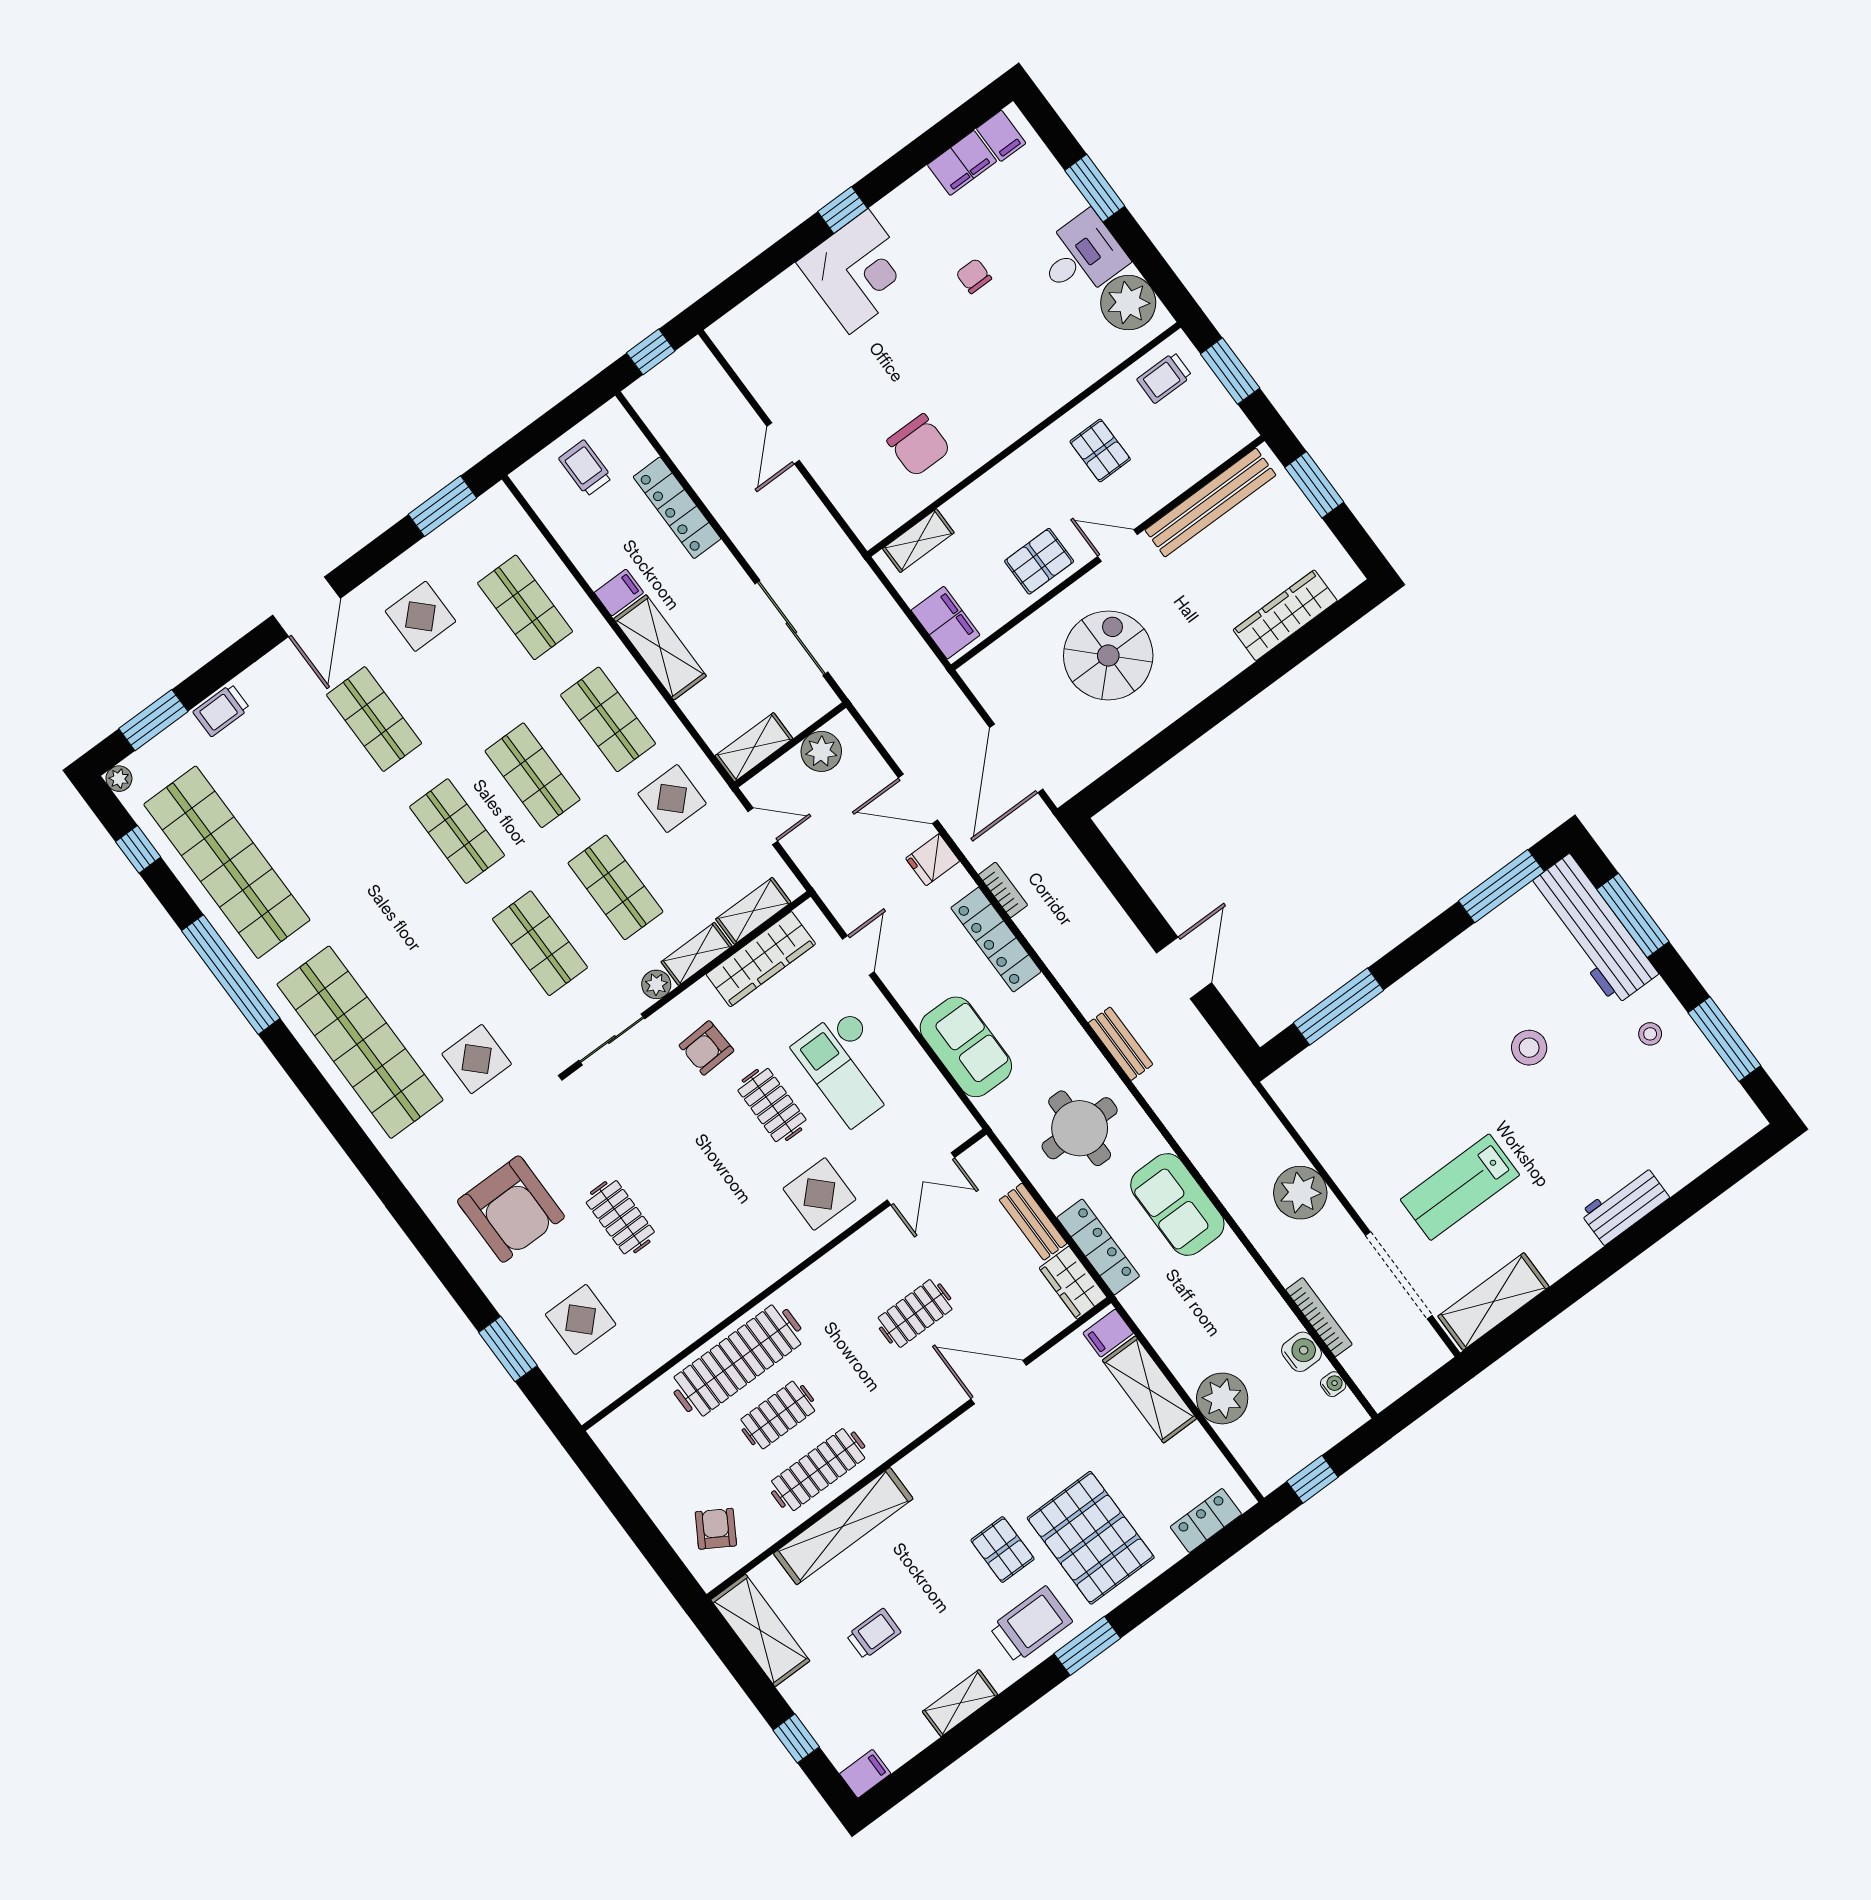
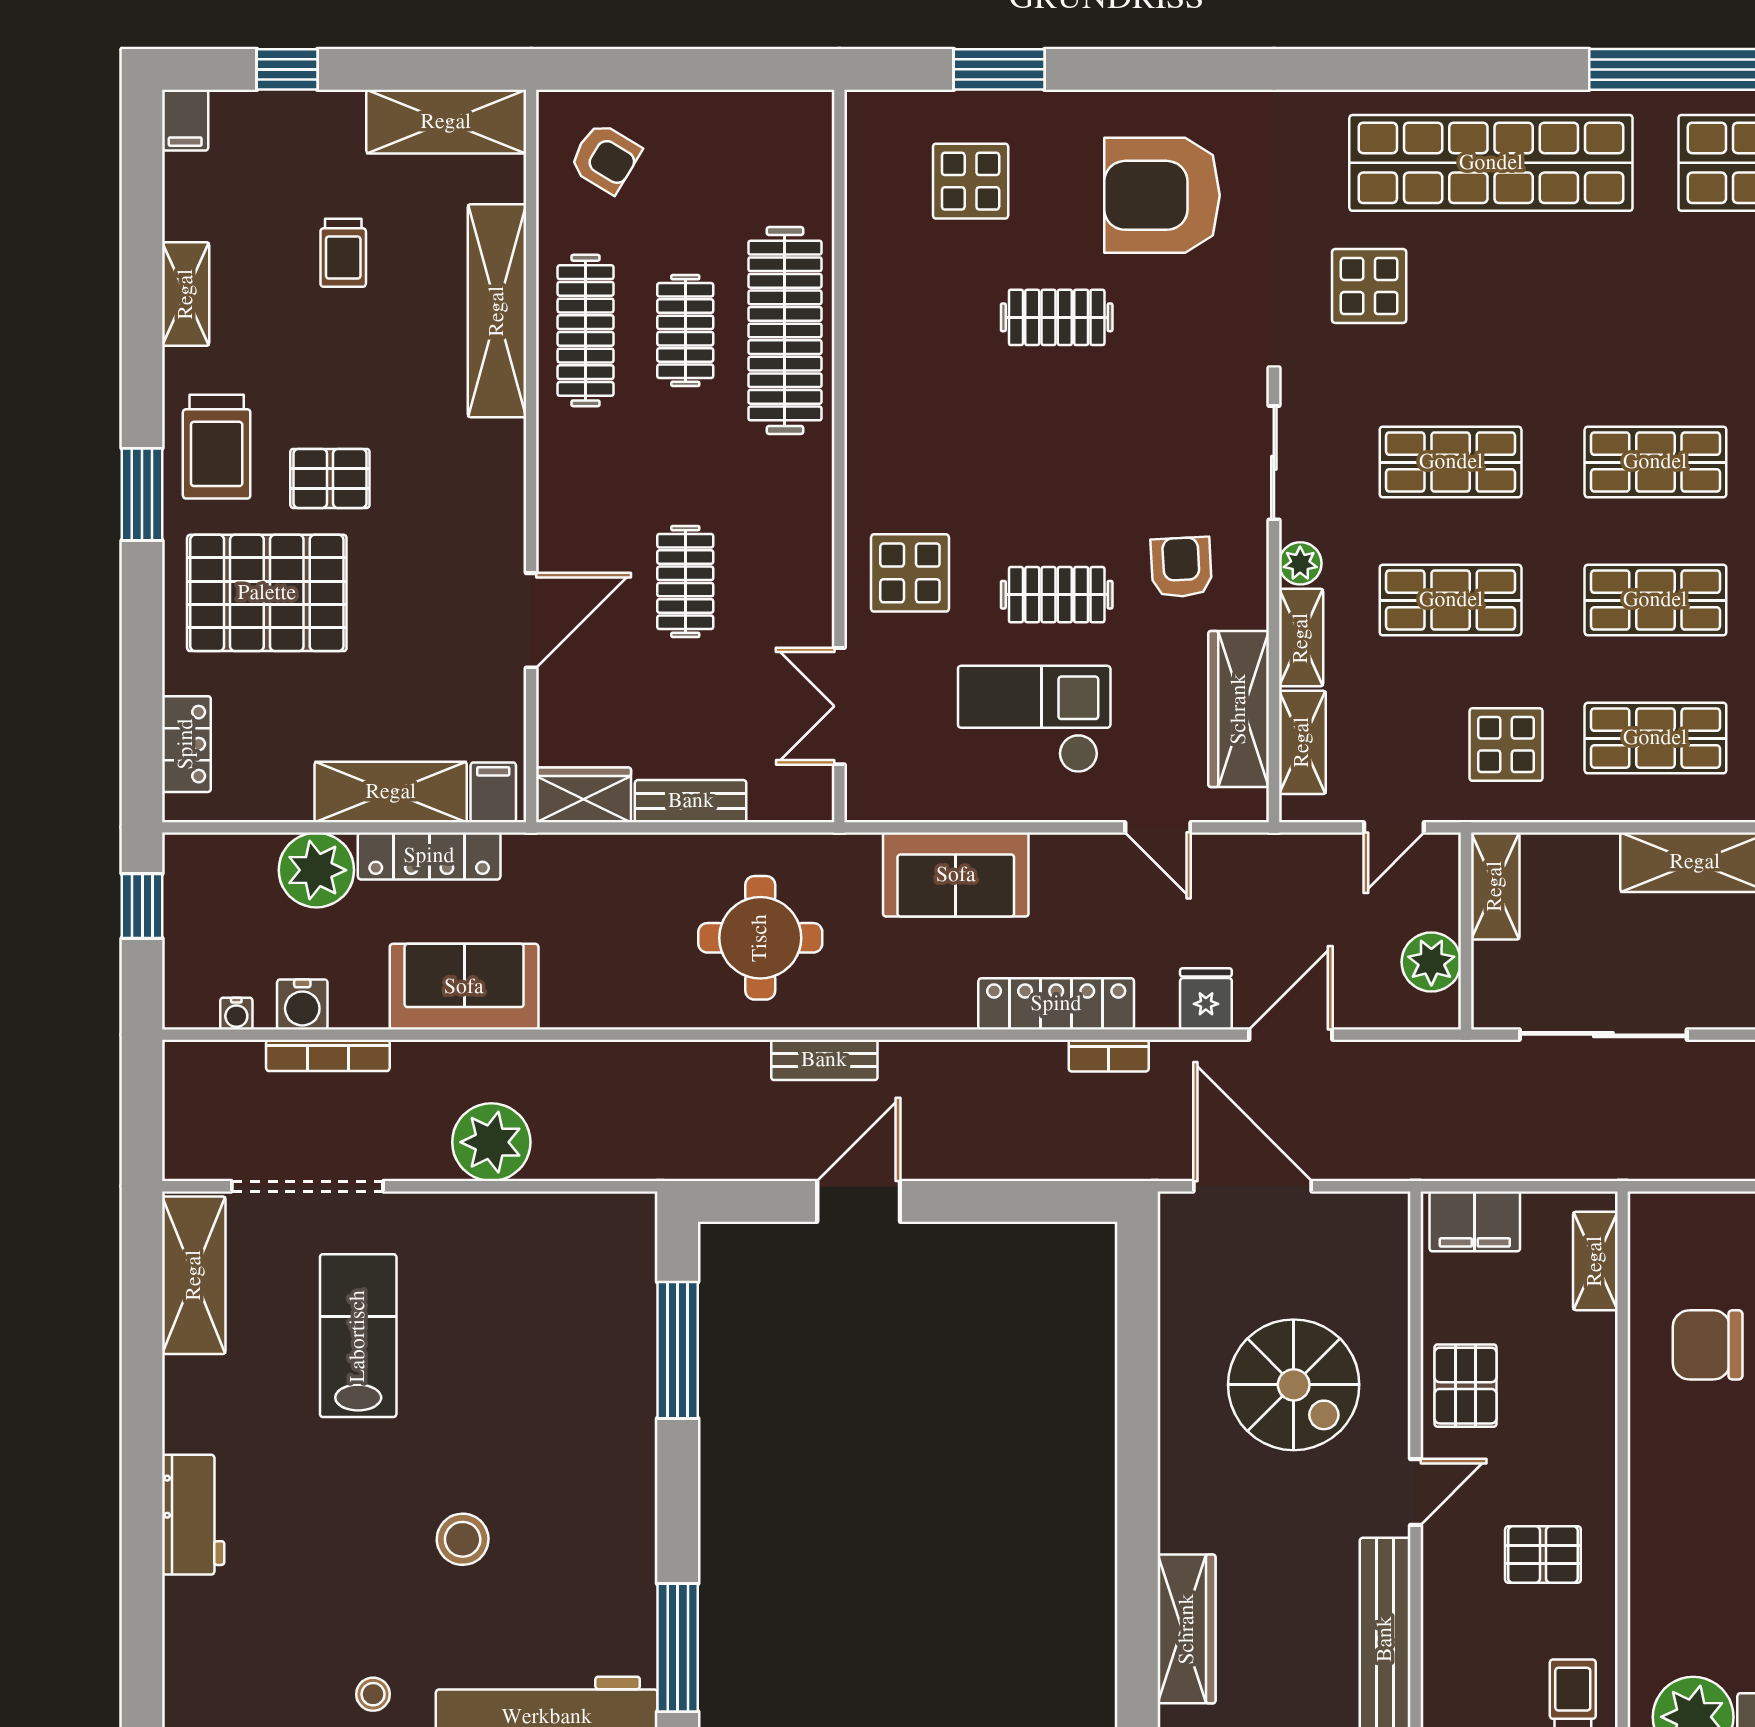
door: (1184, 968) -> (859, 1201), swing flipped
sofa: (1177, 1204) -> (464, 987), moved
locker: (1098, 1247) -> (429, 856), moved

